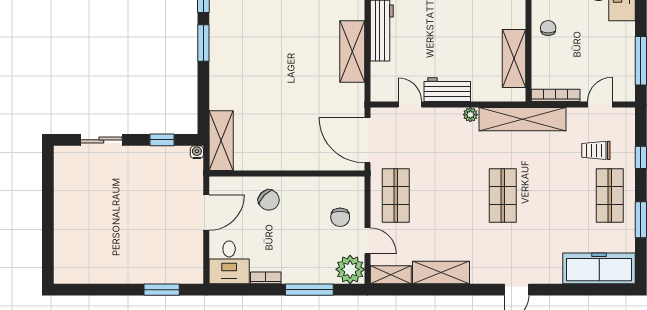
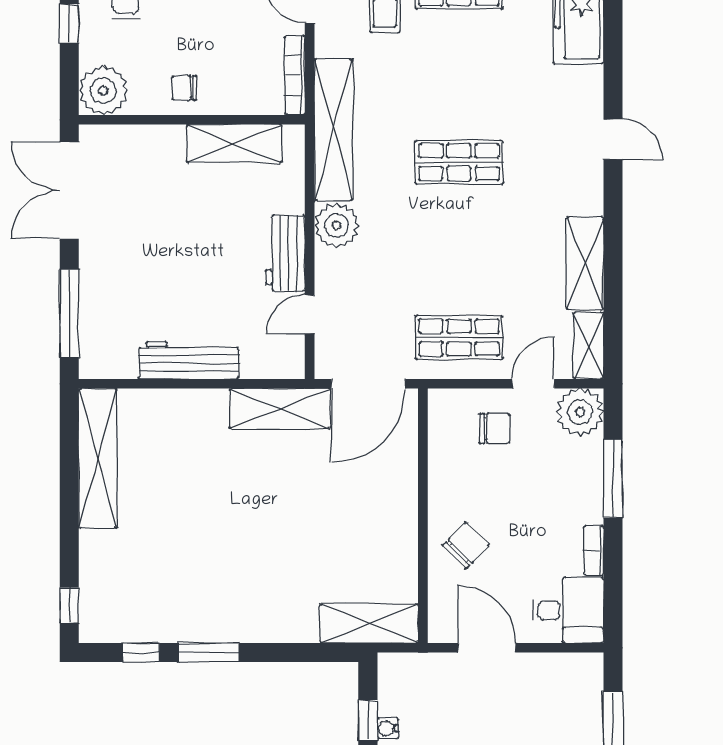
shelving: (352, 52) -> (280, 409), moved
plant: (470, 115) -> (337, 226), width x1.87, depth x1.87
water cooler: (197, 152) -> (388, 728), moved

